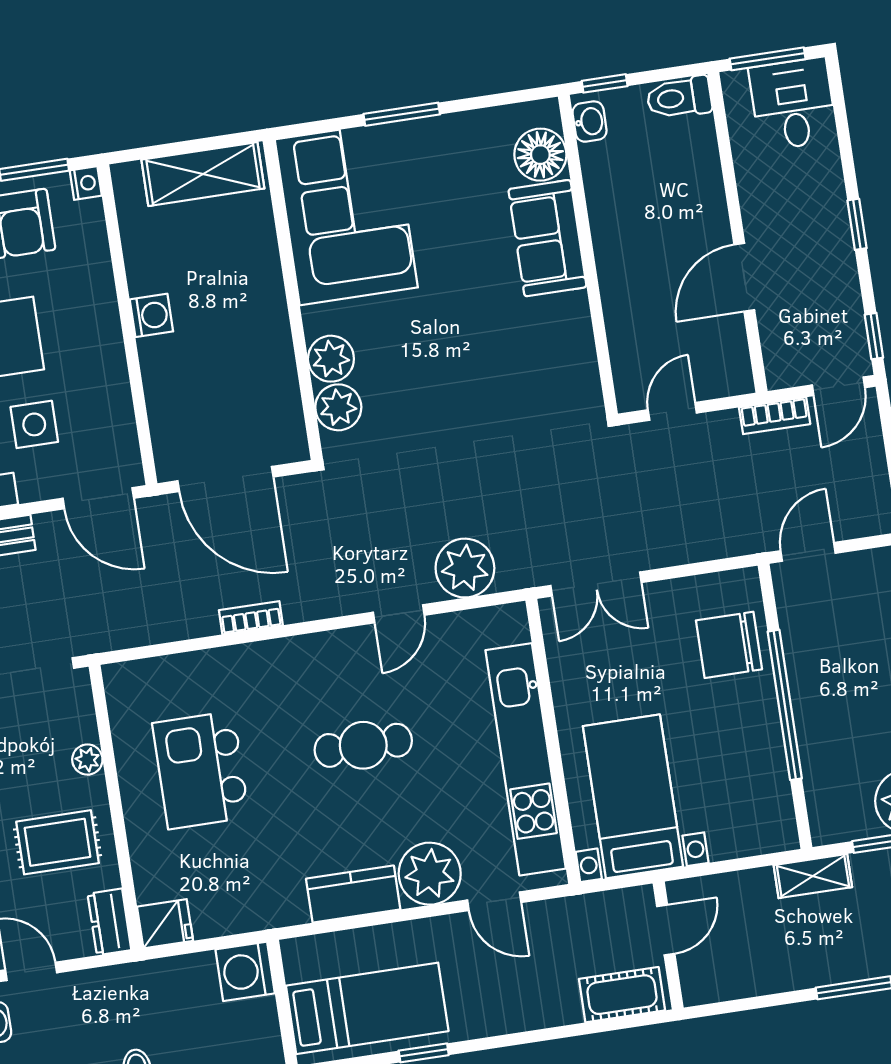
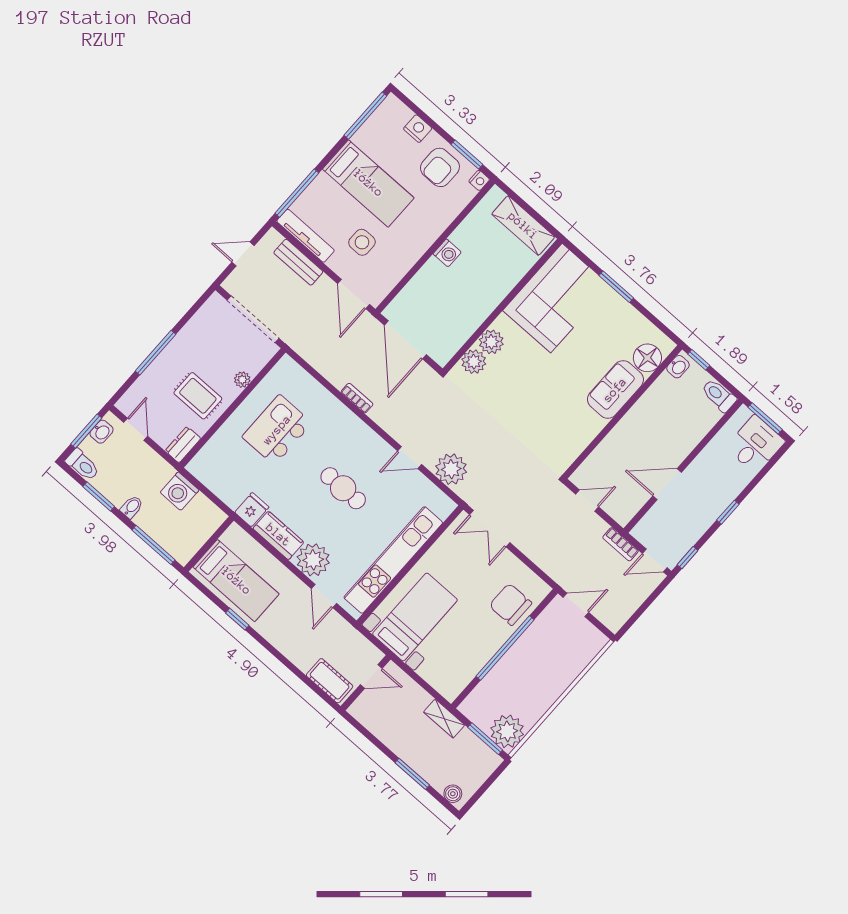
fridge: (165, 924) -> (252, 510), moved, turned -90
washing machine: (245, 971) -> (180, 491), moved, turned -90

